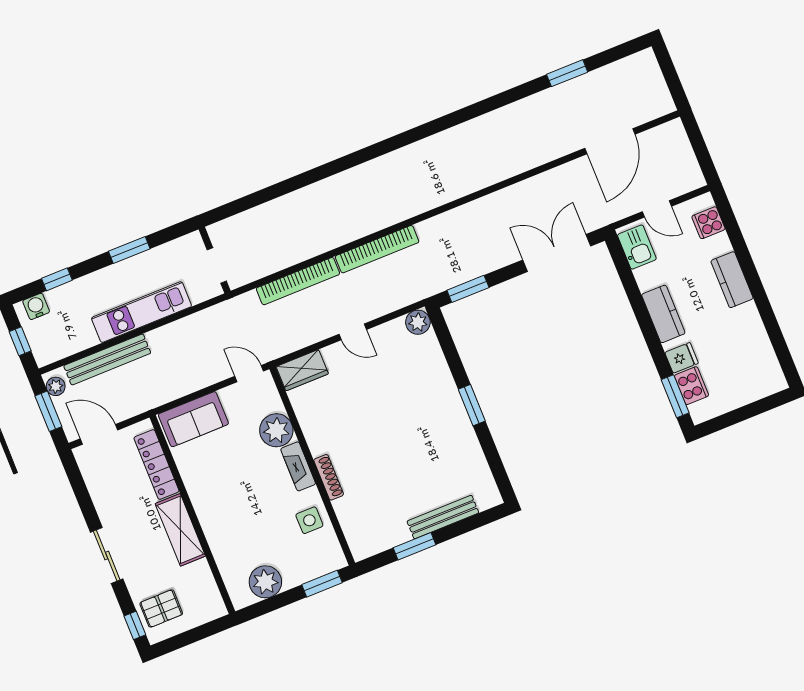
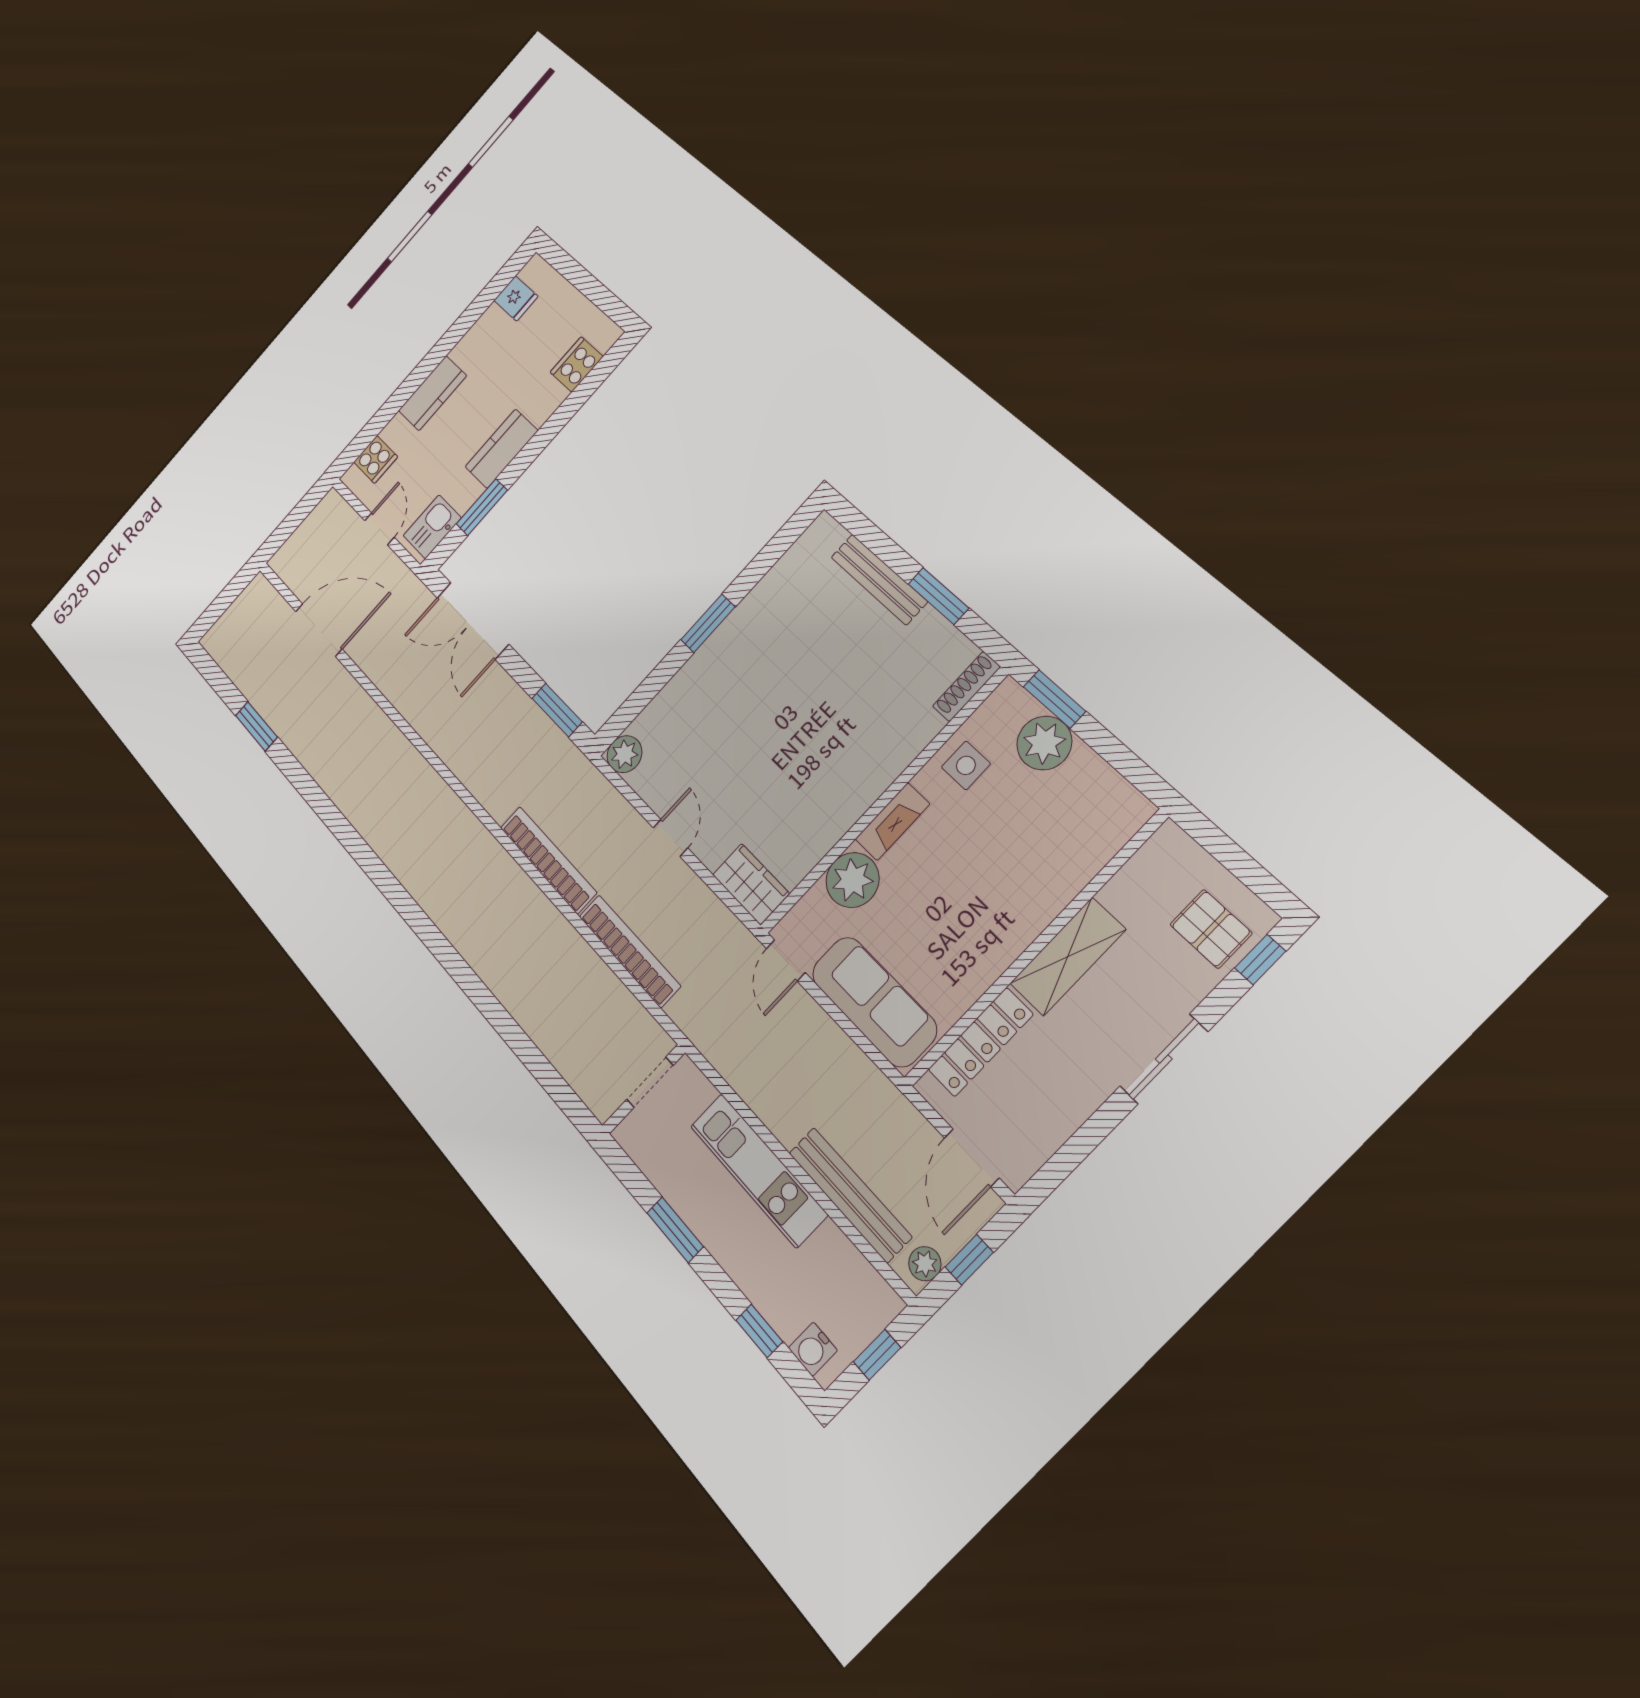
fridge: (682, 358) -> (516, 298), moved, turned 180
window: (675, 396) -> (482, 507), moved
window: (48, 411) -> (969, 1260), width x0.67
sofa: (193, 419) -> (874, 1002), width x1.36
shoe rack: (329, 477) -> (966, 687), moved
plant: (265, 582) -> (1044, 743), moved

